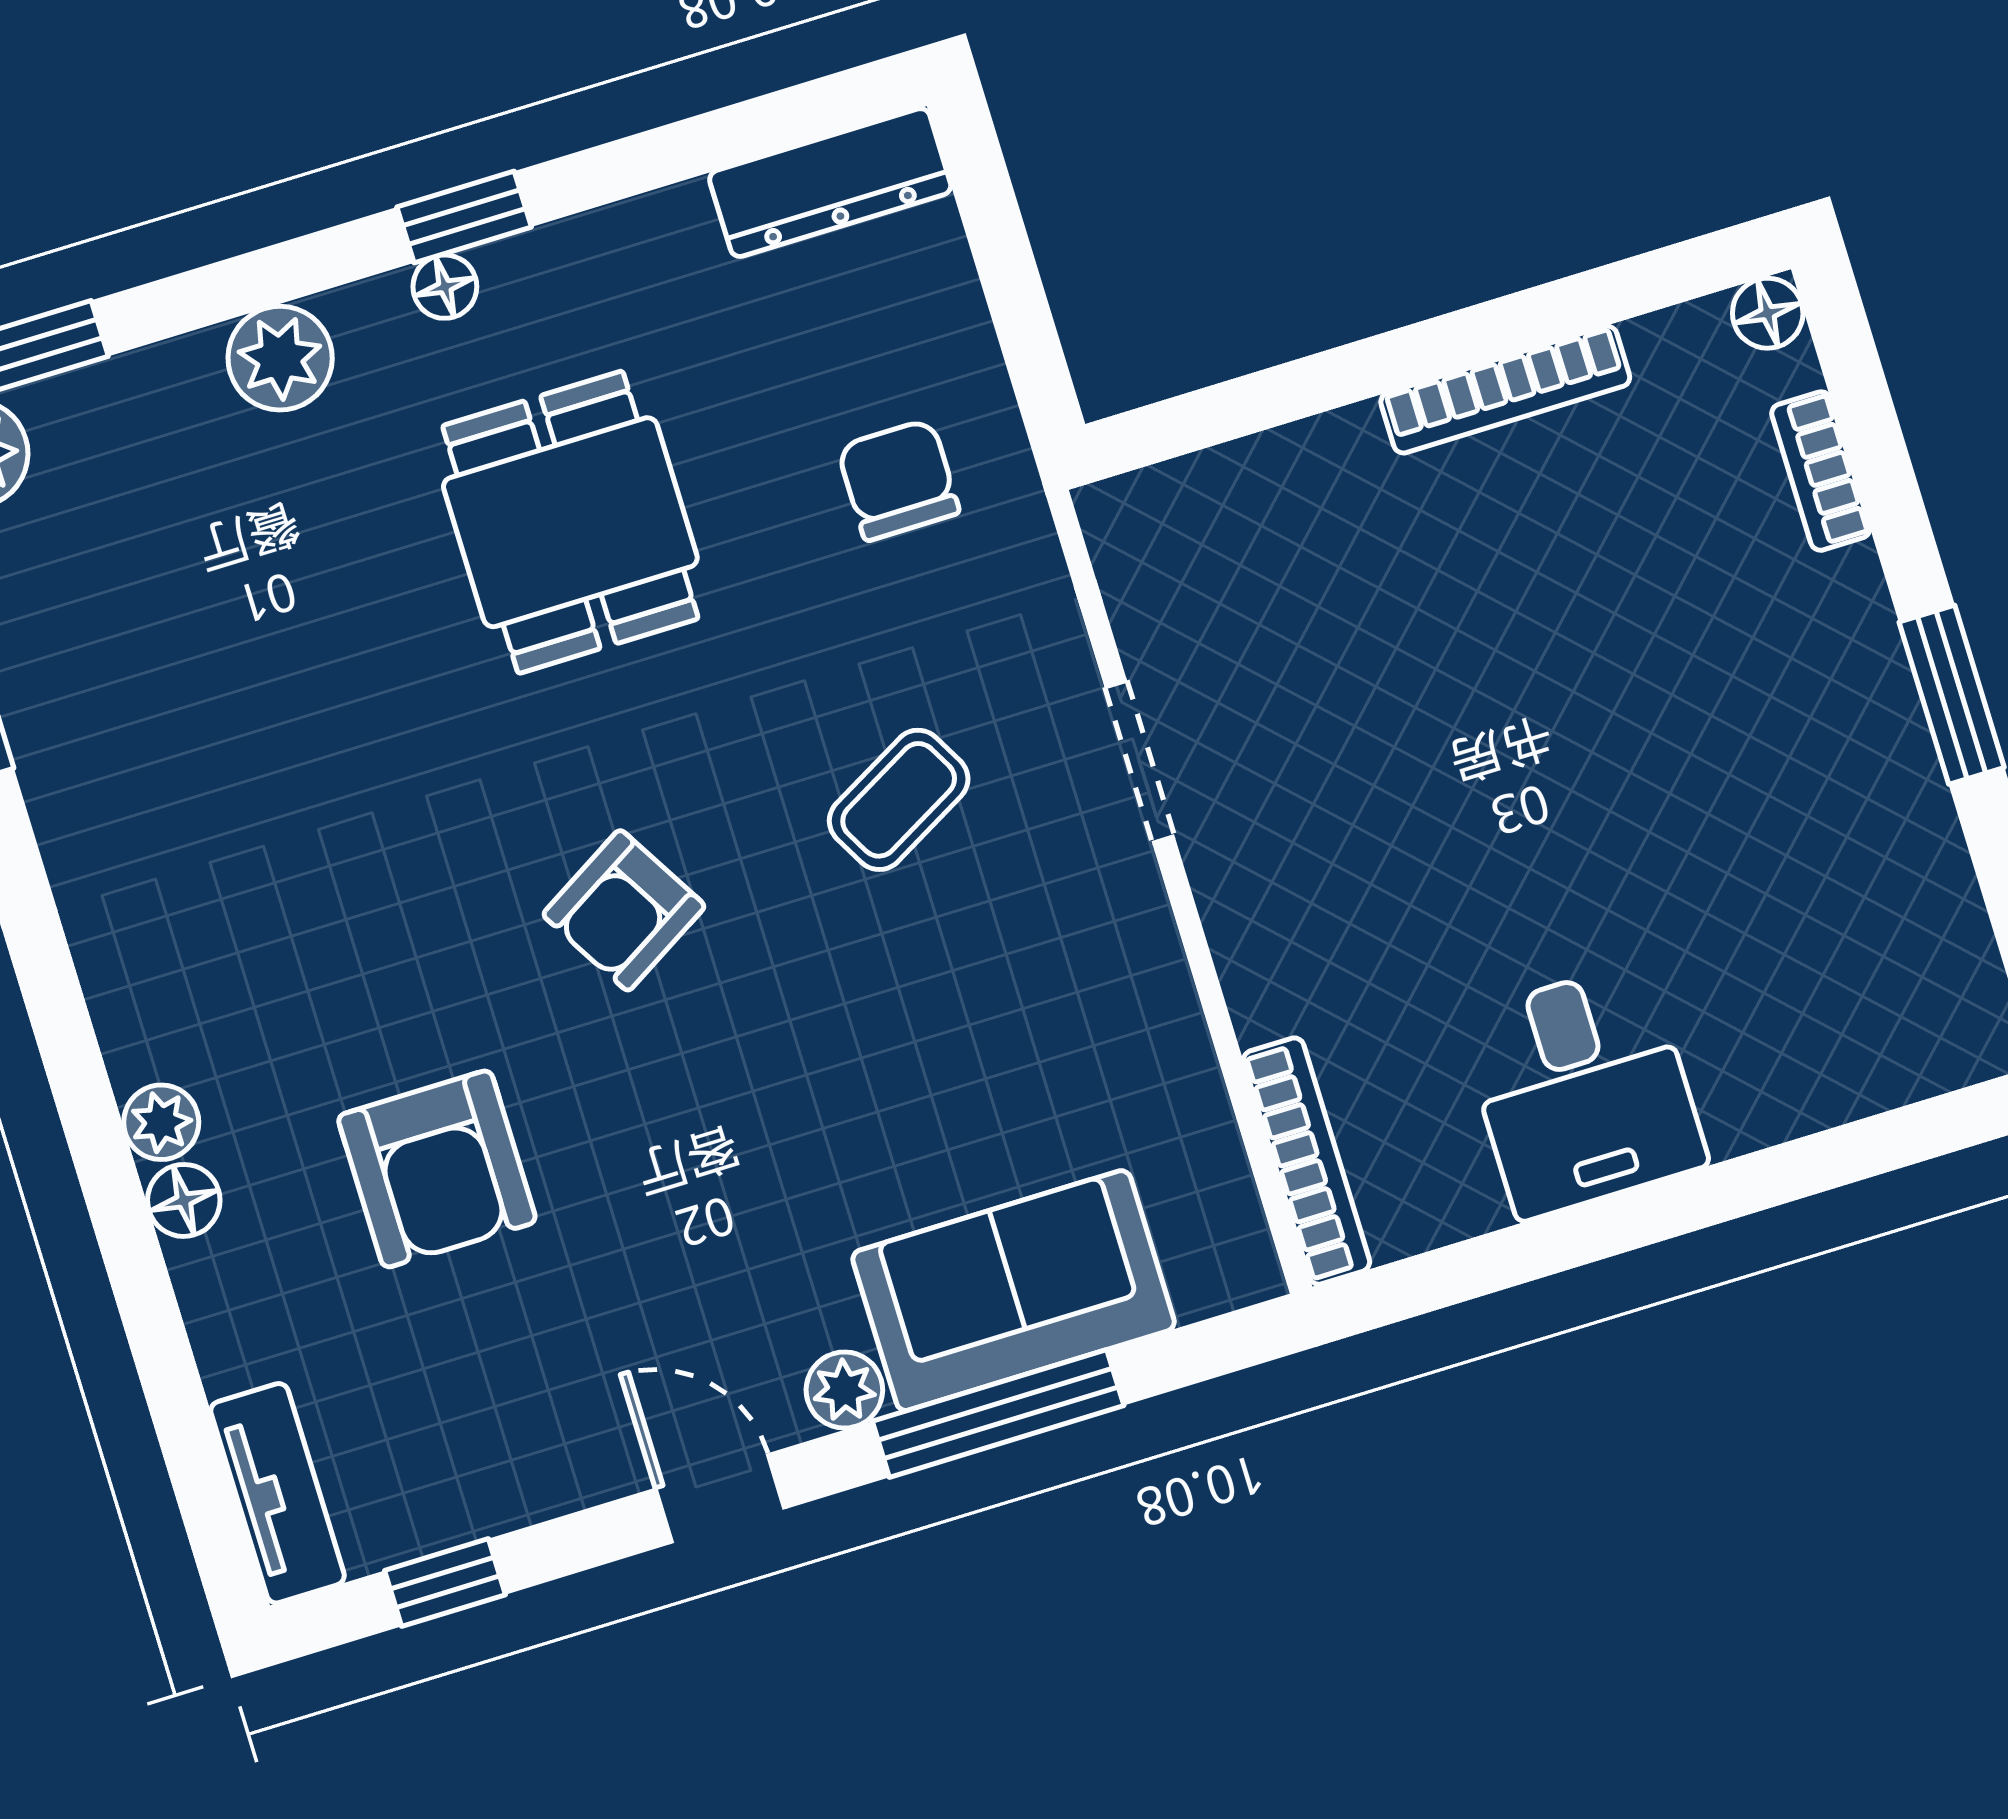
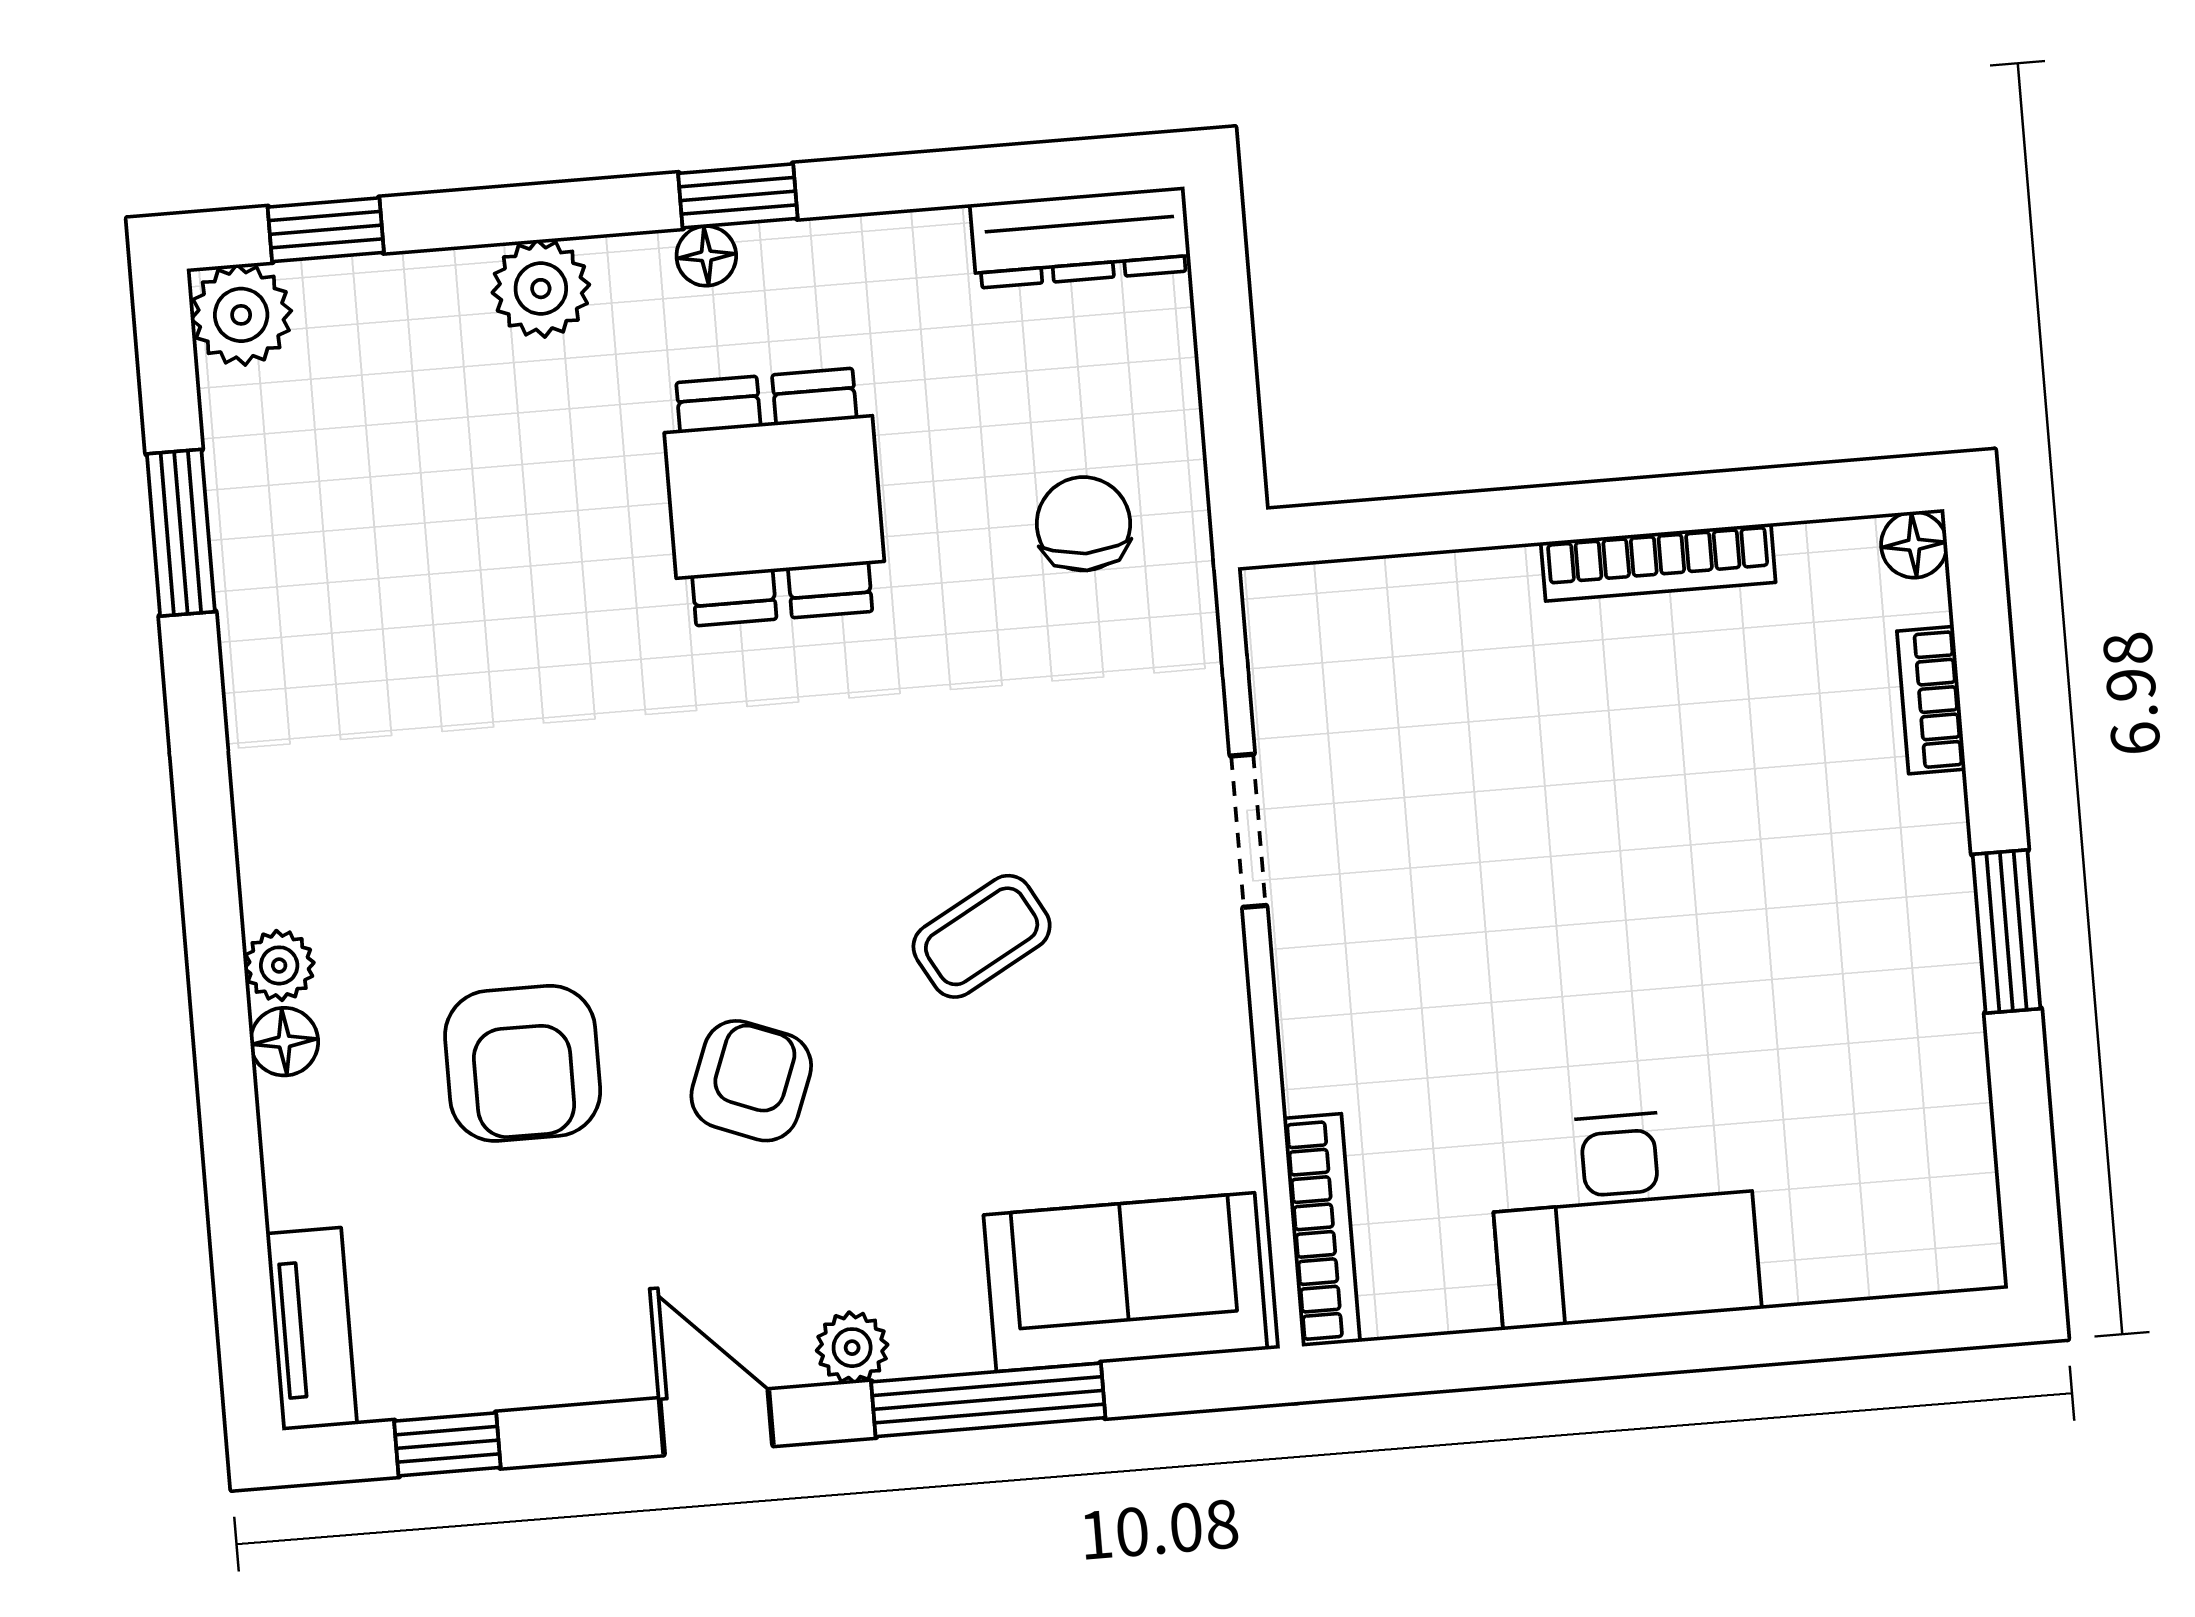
coffee table: (899, 800) -> (982, 936), moved
armchair: (624, 910) -> (751, 1081), moved, turned 142
desk: (1583, 1090) -> (1624, 1218), width x1.37
sofa: (1014, 1291) -> (1125, 1282), moved

